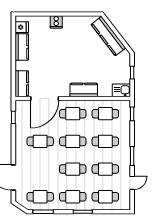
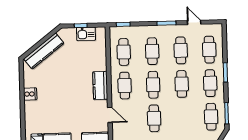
cooker: (56, 22) -> (30, 94), moved
kitchen counter: (84, 90) -> (100, 86), moved
kitchen sink: (121, 90) -> (86, 34), moved, turned -90
door: (45, 99) -> (110, 115), width x0.53

